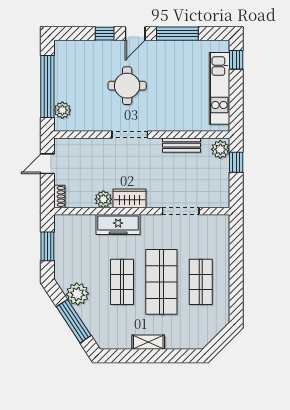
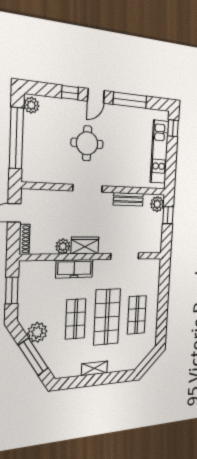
plant: (62, 110) -> (31, 105), moved
shoe rack: (59, 196) -> (24, 239), width x1.43

